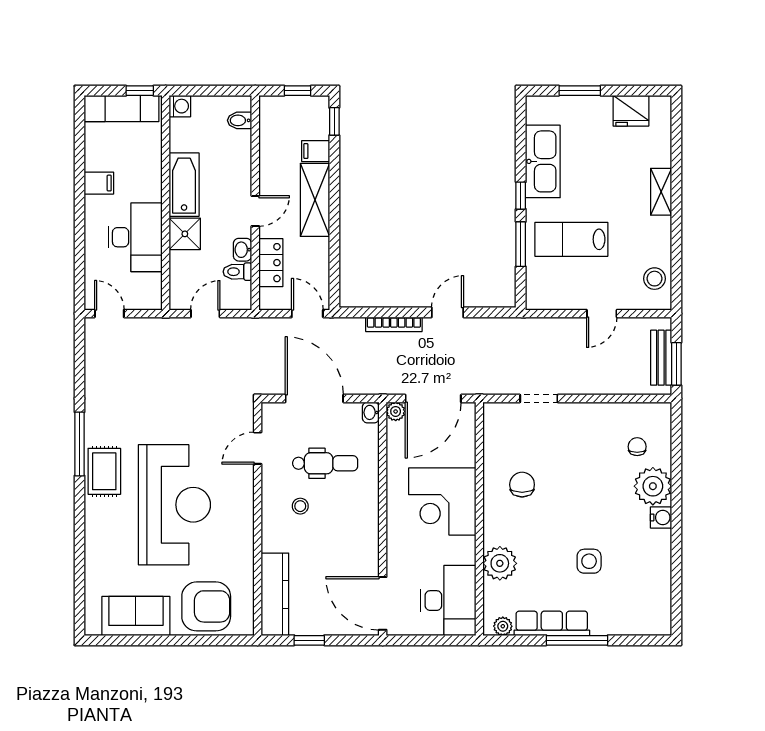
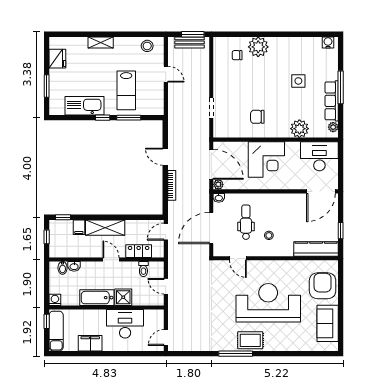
filing cabinet: (99, 183) -> (90, 343), width x2.00
washbasin: (243, 250) -> (74, 266), moved
water cooler: (661, 517) -> (328, 42), moved

